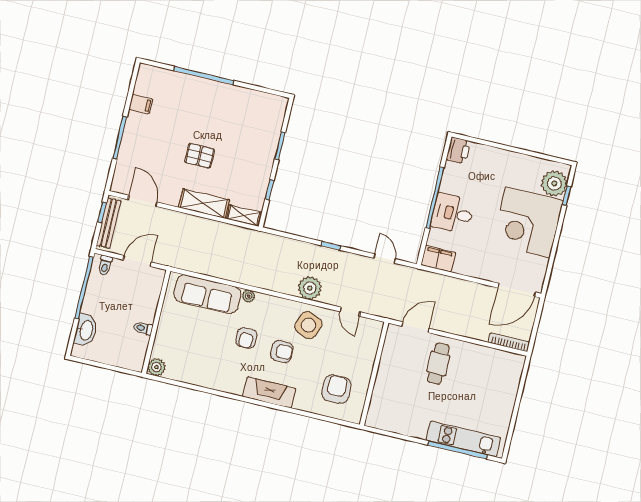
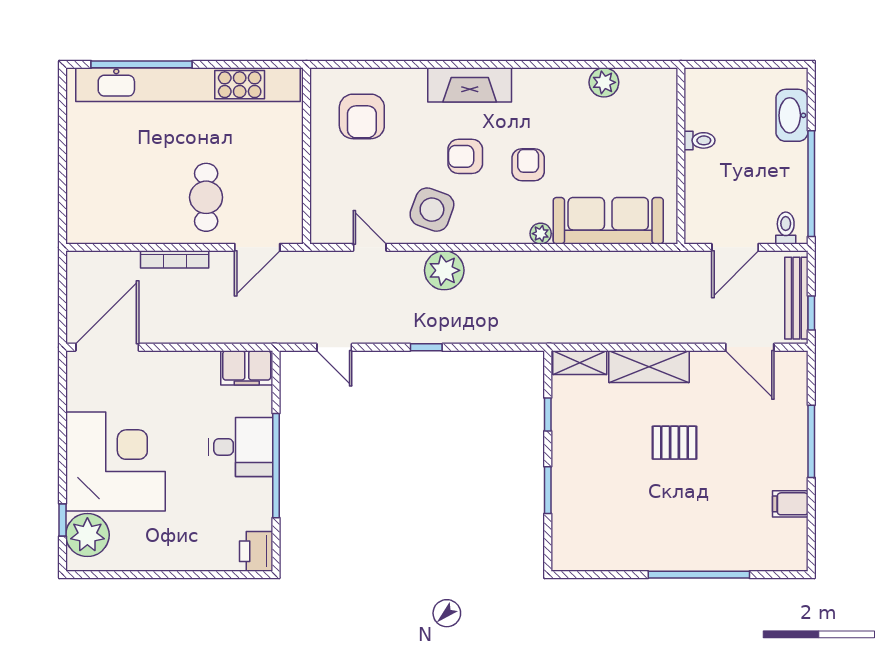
bookcase: (509, 342) -> (175, 259), moved
plant: (156, 367) -> (604, 82), moved
kitchen unit: (463, 439) -> (188, 85), width x1.86

